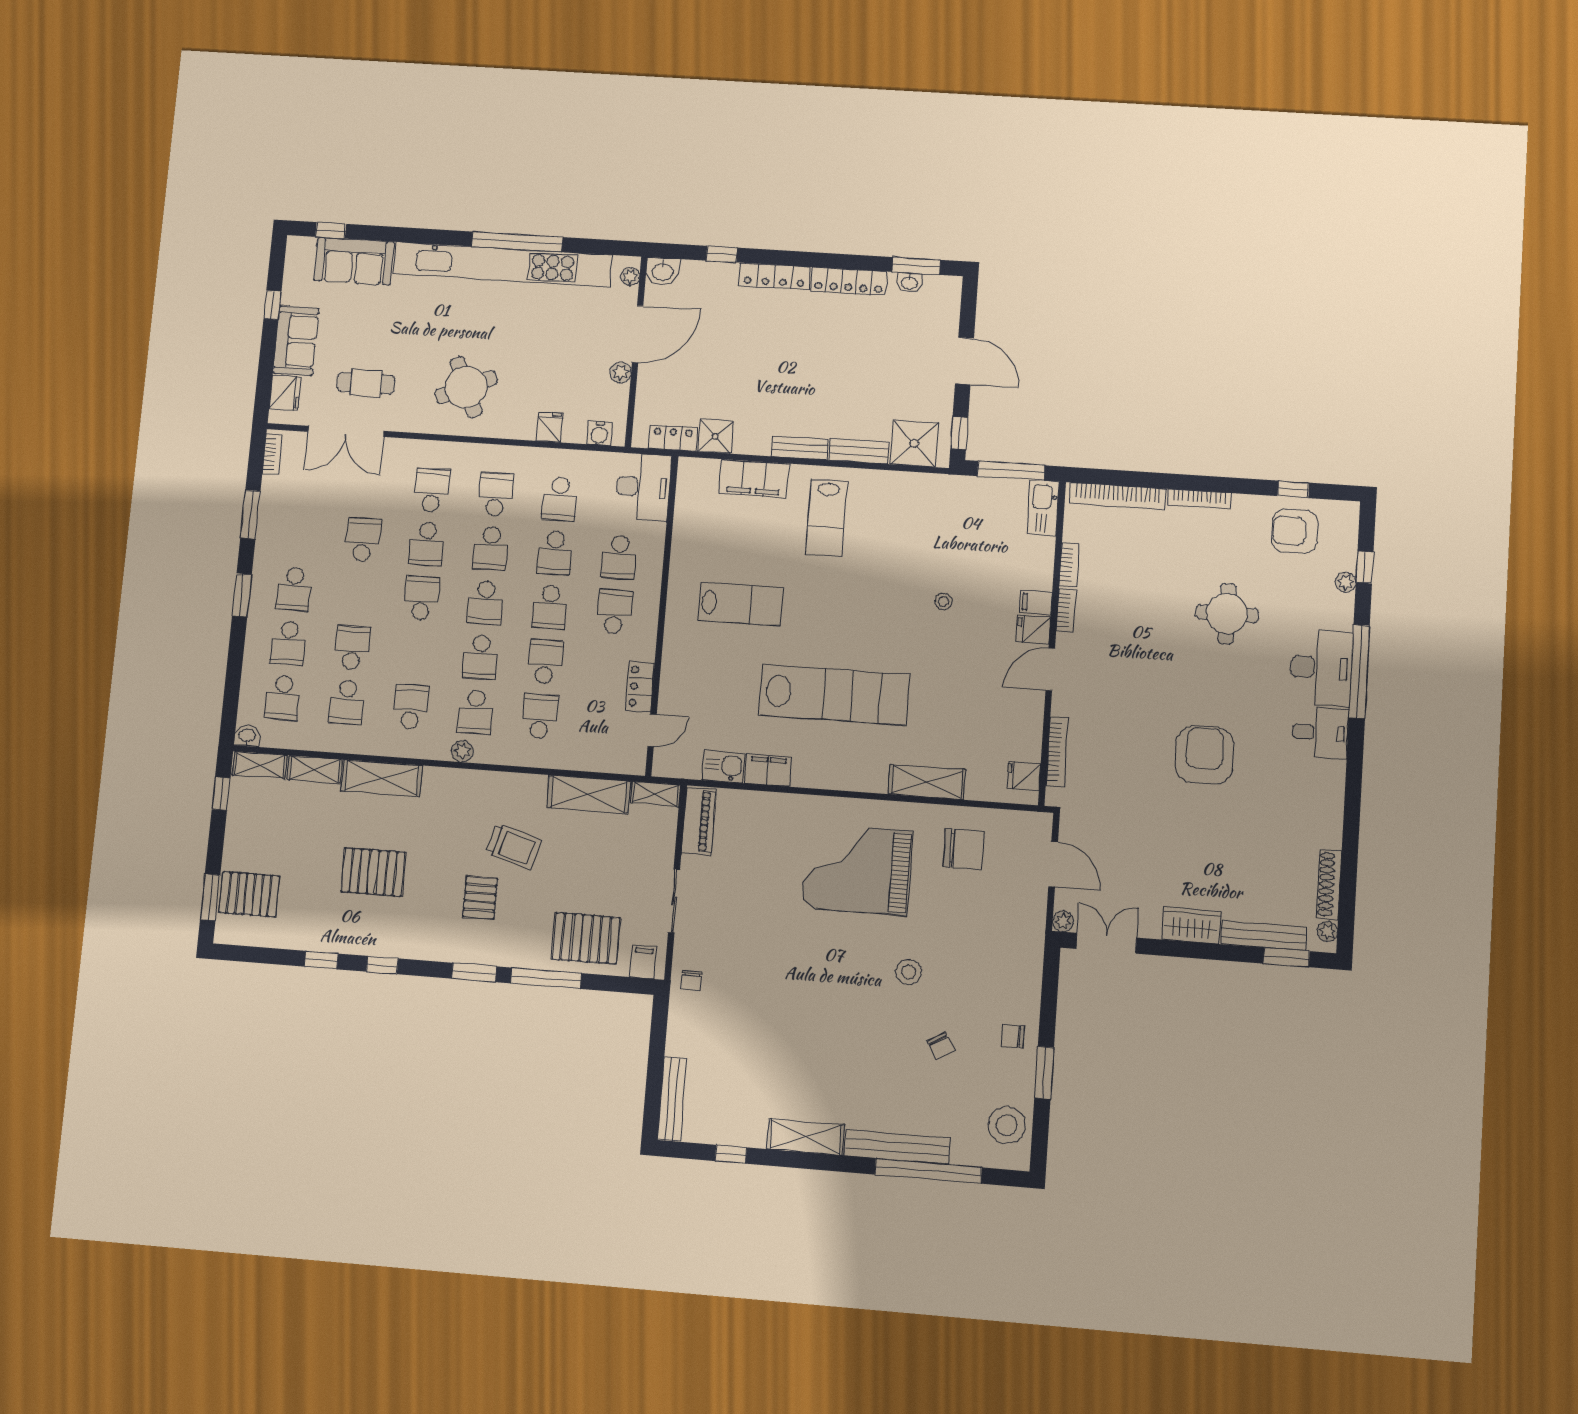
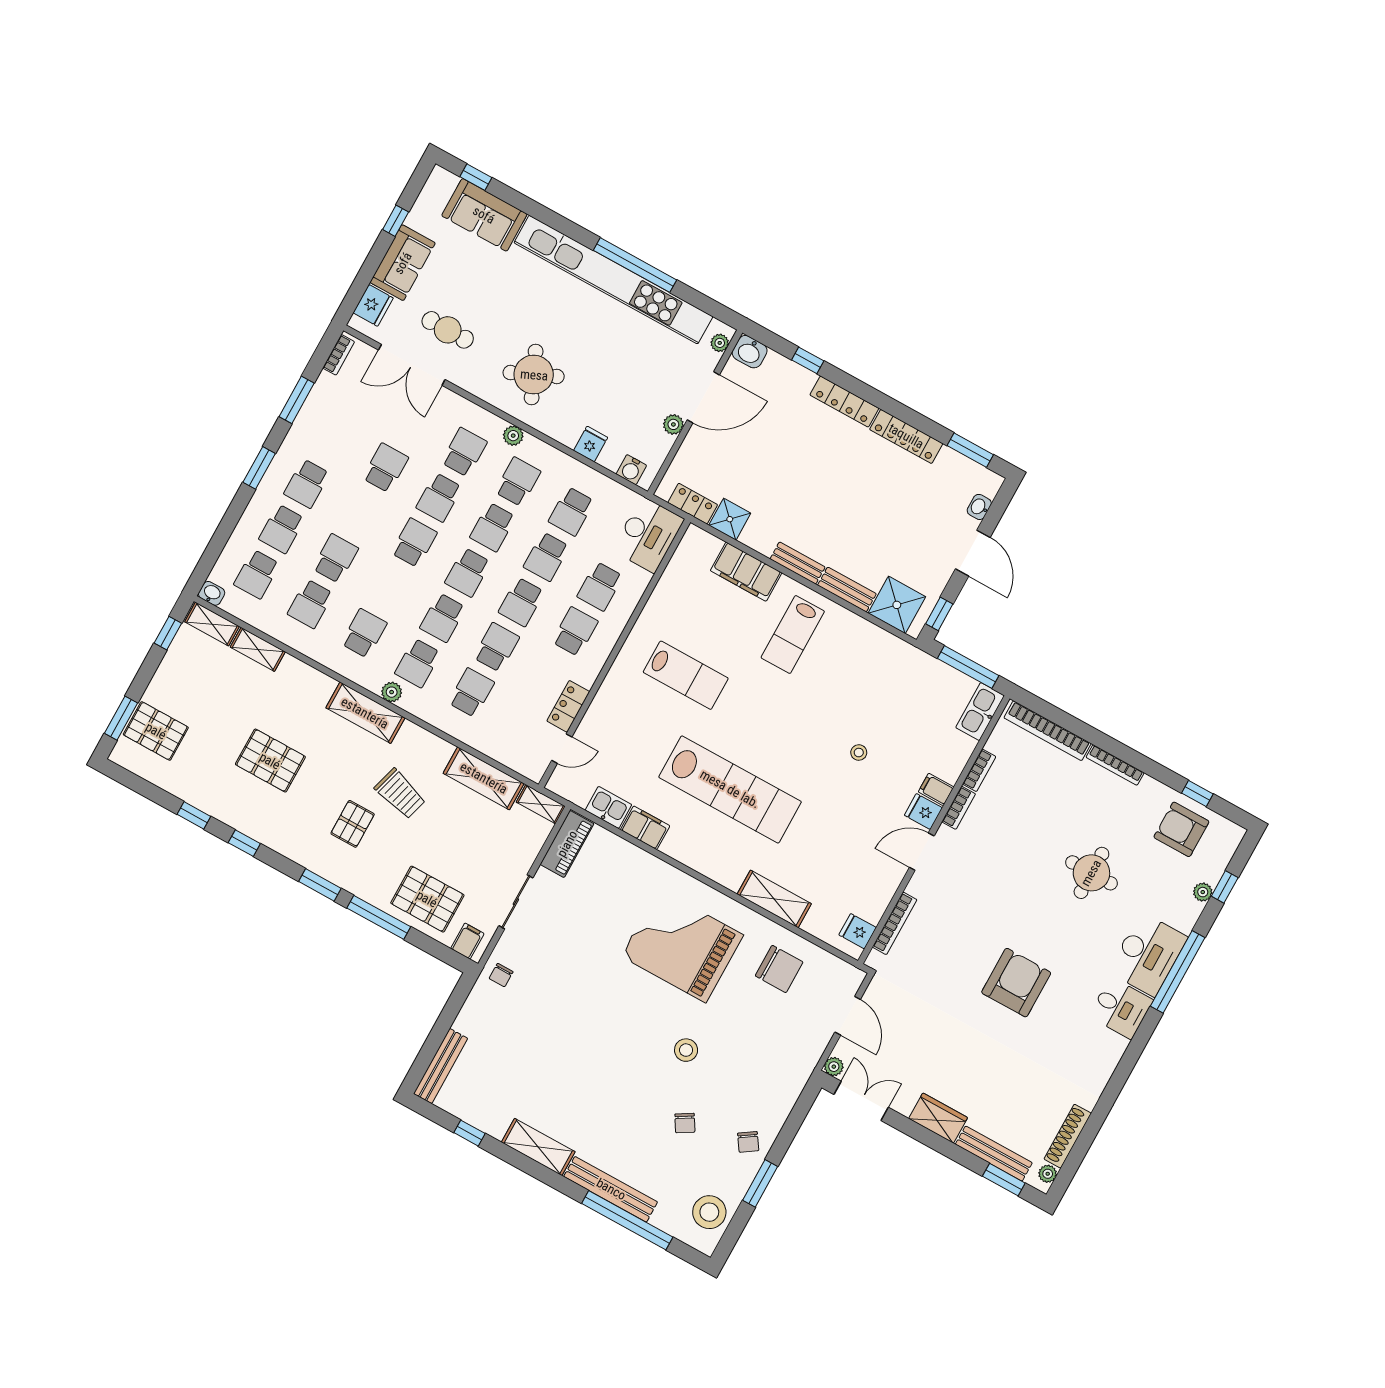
washbasin: (909, 283) -> (979, 507), moved, turned 90
plant: (472, 453) -> (513, 436), added
shelving: (382, 778) -> (365, 713), moved
chair: (1013, 1036) -> (748, 1142), turned -124

